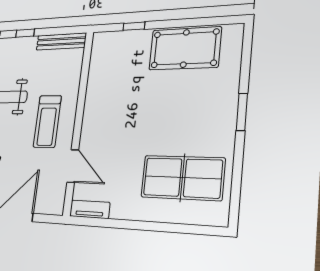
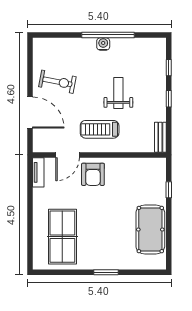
bench: (61, 42) -> (160, 137), width x0.73
armchair: (102, 131) -> (93, 174), added

